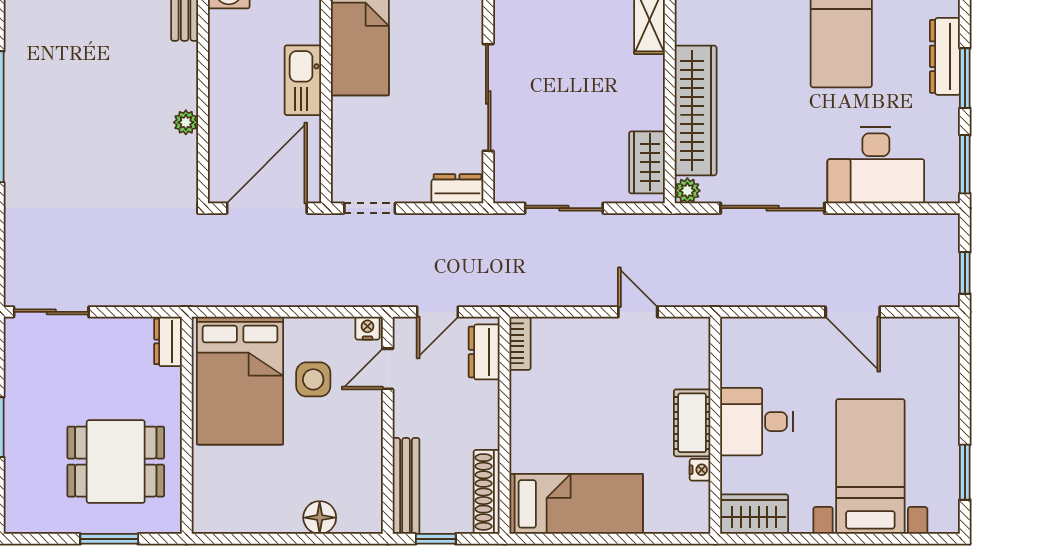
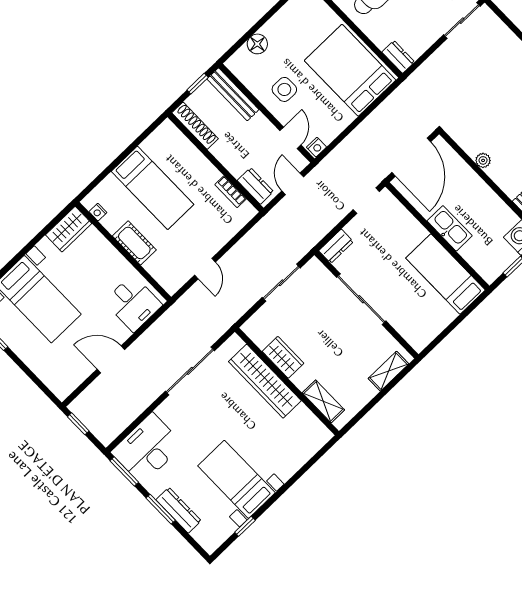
wardrobe: (647, 162) -> (283, 357), moved
desk: (876, 165) -> (147, 448), moved
plant: (687, 191) -> (235, 343), removed
door: (638, 312) -> (205, 269), hinge flipped
bookcase: (520, 343) -> (231, 192), moved
side table: (313, 379) -> (284, 89), moved
desk: (756, 422) -> (133, 303), moved, turned 90
nightstand: (700, 470) -> (98, 212), moved
bed: (576, 504) -> (152, 188), moved, turned -90

